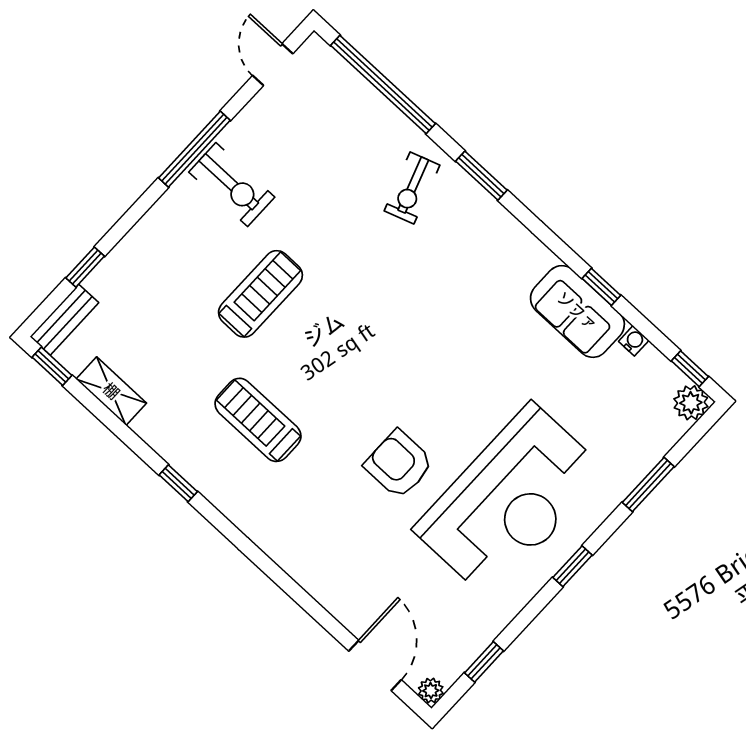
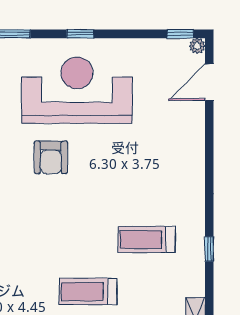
treadmill: (258, 420) -> (147, 239), turned 90
armchair: (399, 464) -> (51, 157), moved
window: (484, 662) -> (180, 34), moved

